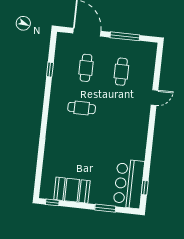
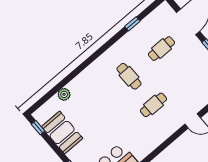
cafe table: (121, 72) -> (153, 105), moved
plant: (49, 163) -> (64, 94), added

